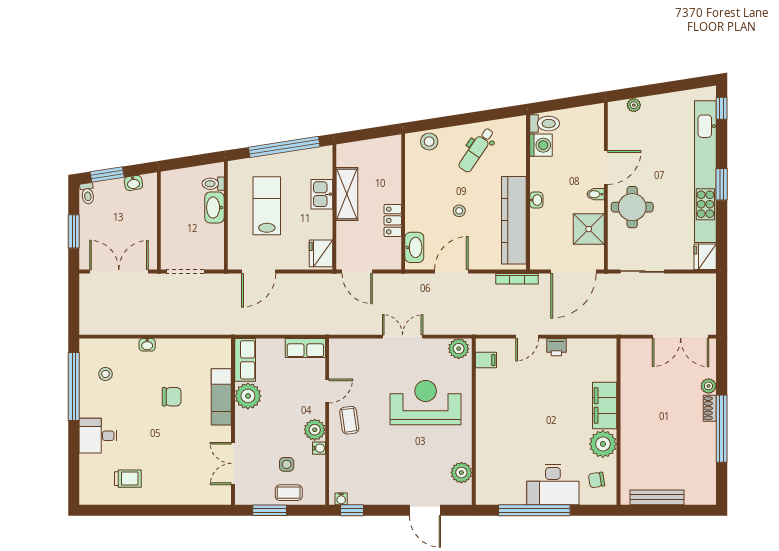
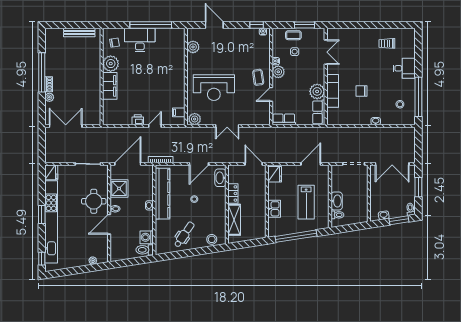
shelving: (347, 194) -> (234, 220), moved

